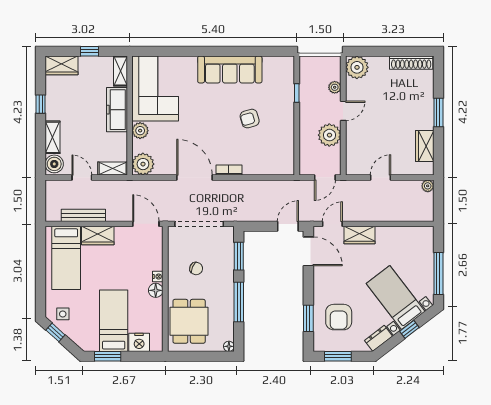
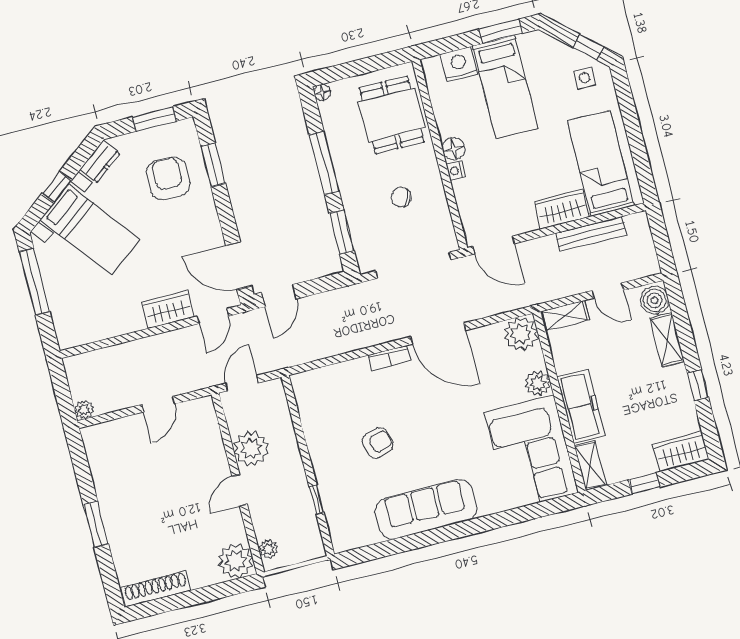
plant: (335, 87) -> (268, 549), moved
wardrobe: (425, 146) -> (104, 468), removed

